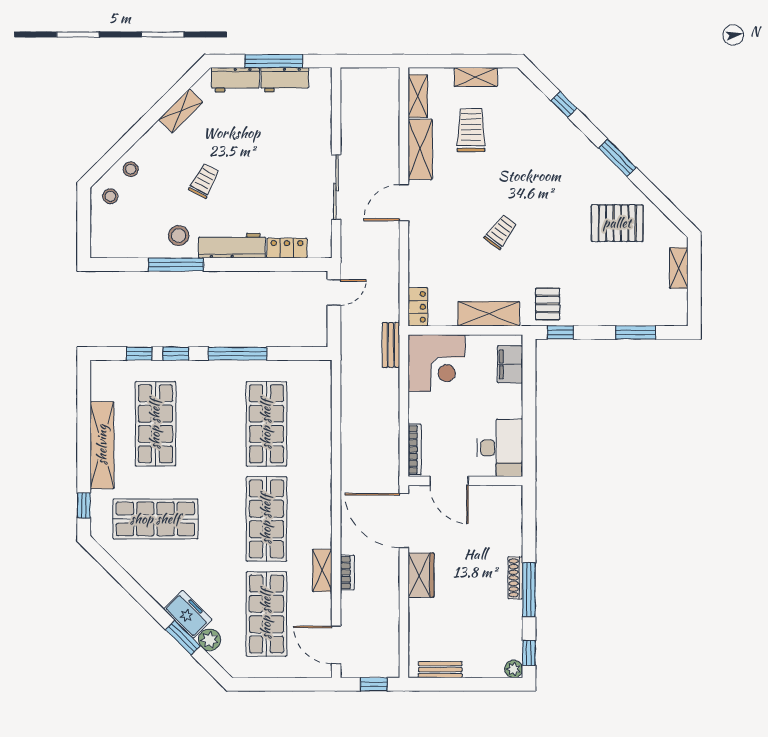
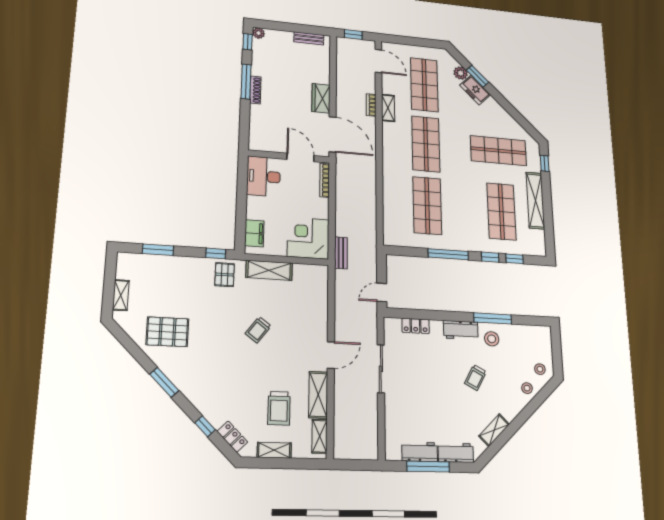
workbench: (232, 246) -> (461, 330), width x0.73
locker: (418, 307) -> (232, 437), moved, turned 135

